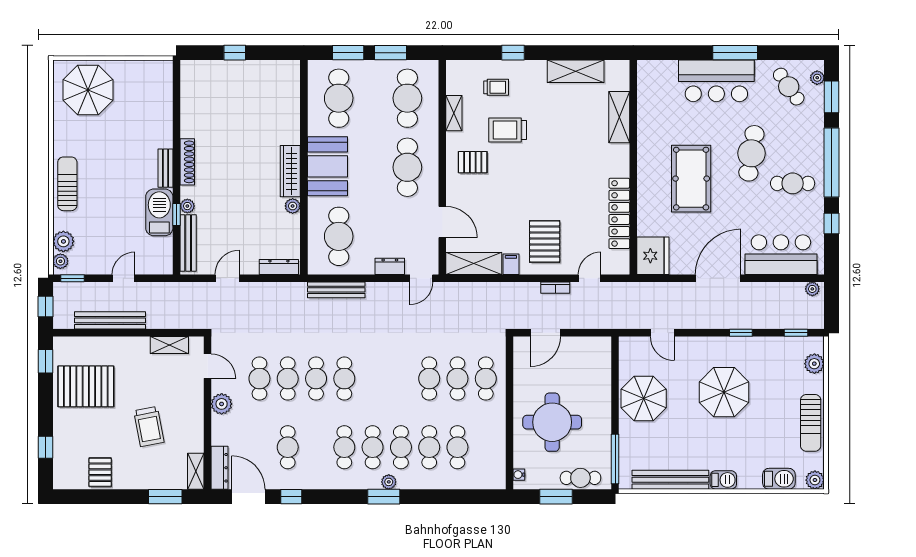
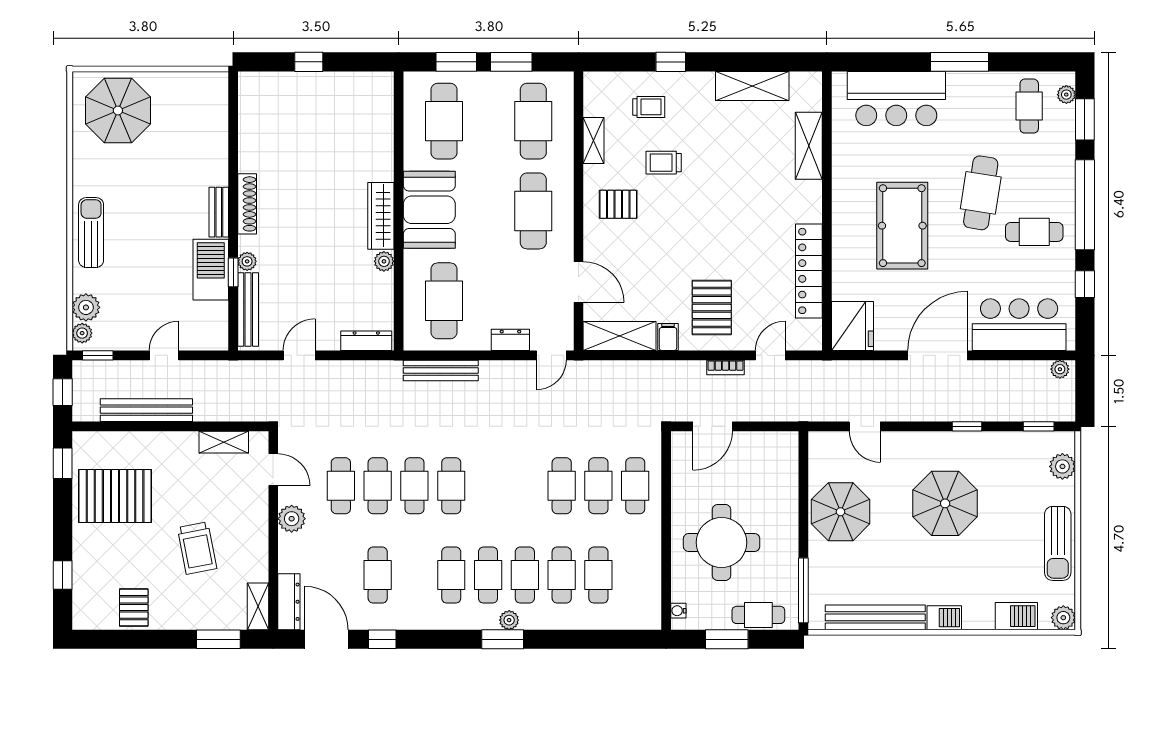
bar counter: (716, 81) -> (896, 99), moved
cafe table: (789, 87) -> (1029, 106), turned 35
trolley: (508, 130) -> (664, 163), width x0.73, depth x0.72

